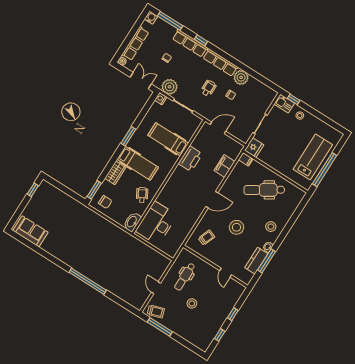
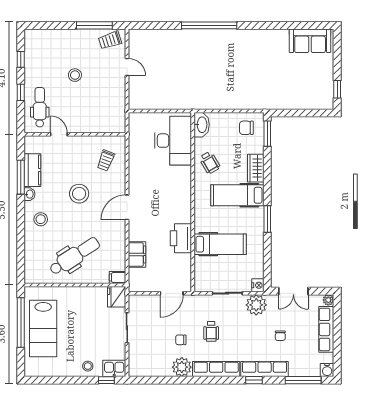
dental chair: (185, 277) -> (40, 107), moved

